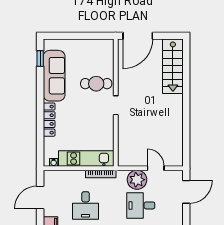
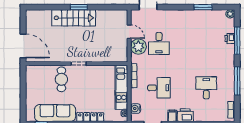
stairs: (173, 66) -> (74, 18), moved
window: (186, 105) -> (79, 7), added
door: (156, 168) -> (129, 32), swing flipped
water cooler: (60, 176) -> (136, 109), added

